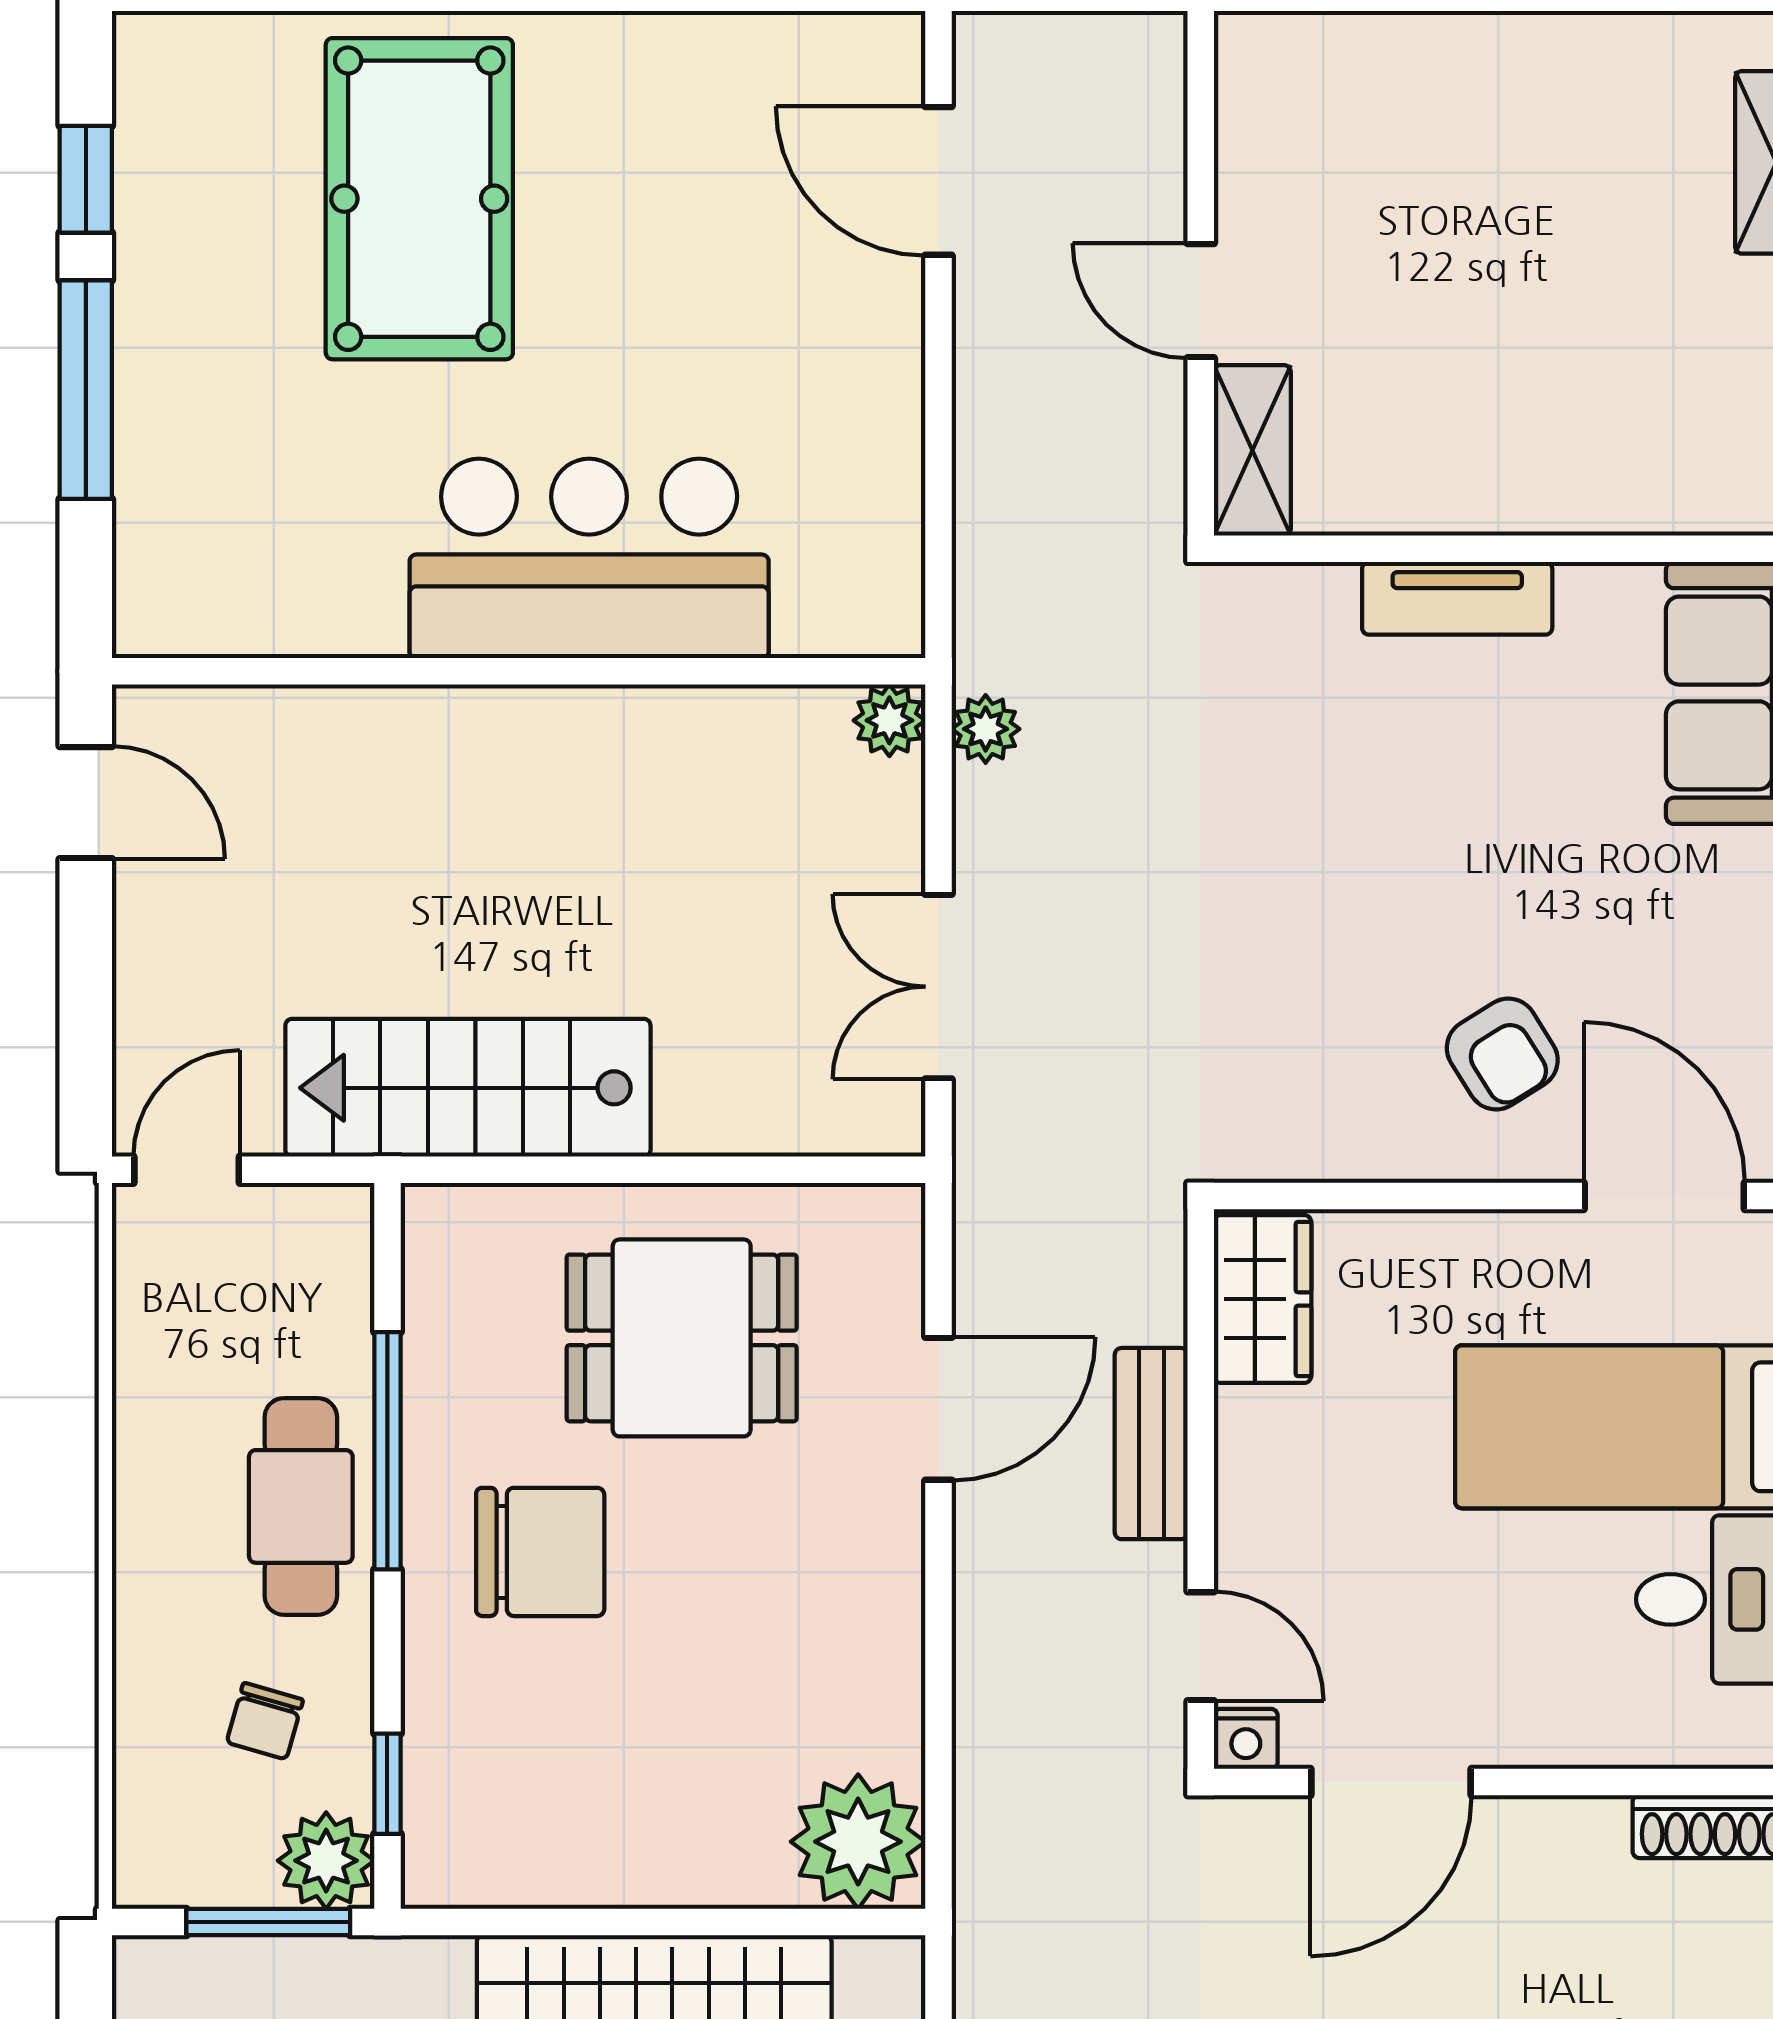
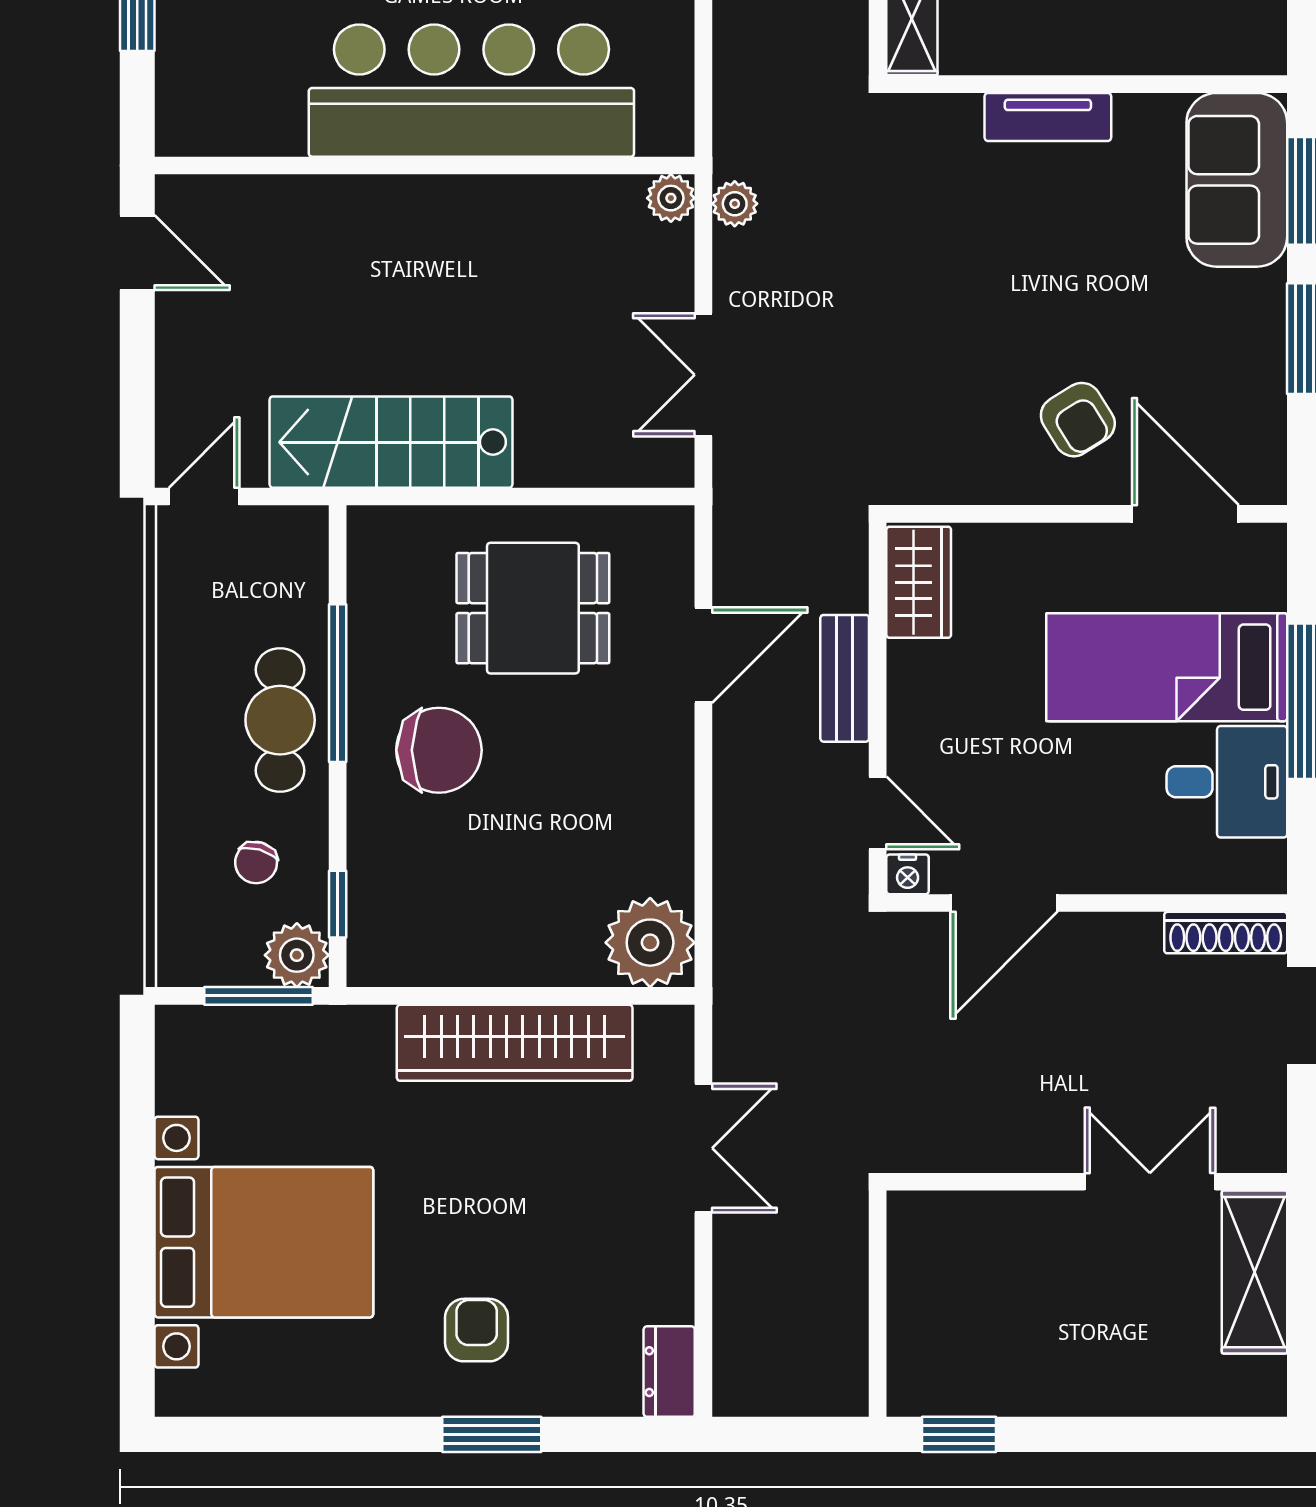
bar counter: (589, 558) -> (471, 91), width x1.36

